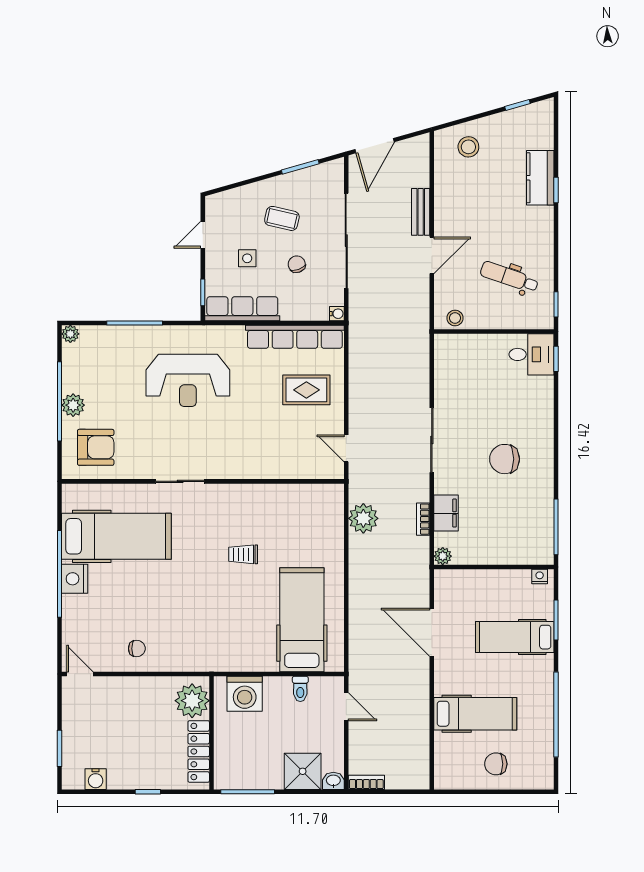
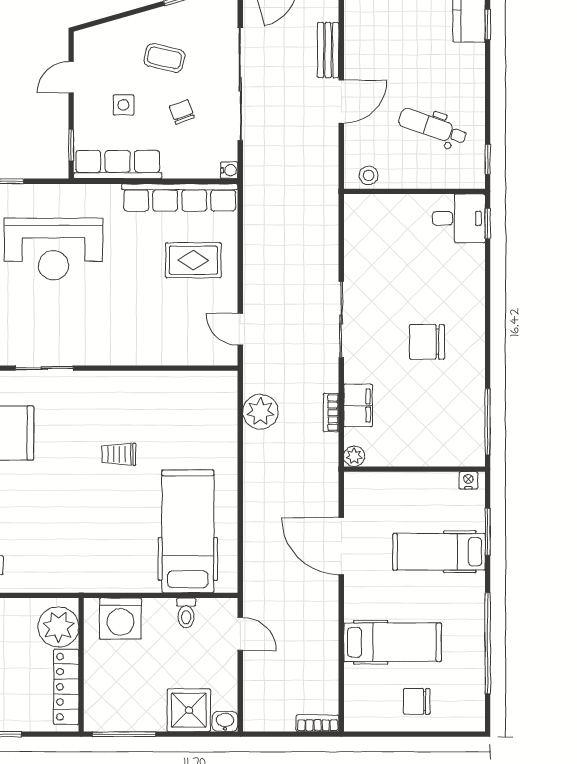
bookcase: (366, 782) -> (318, 723), moved

